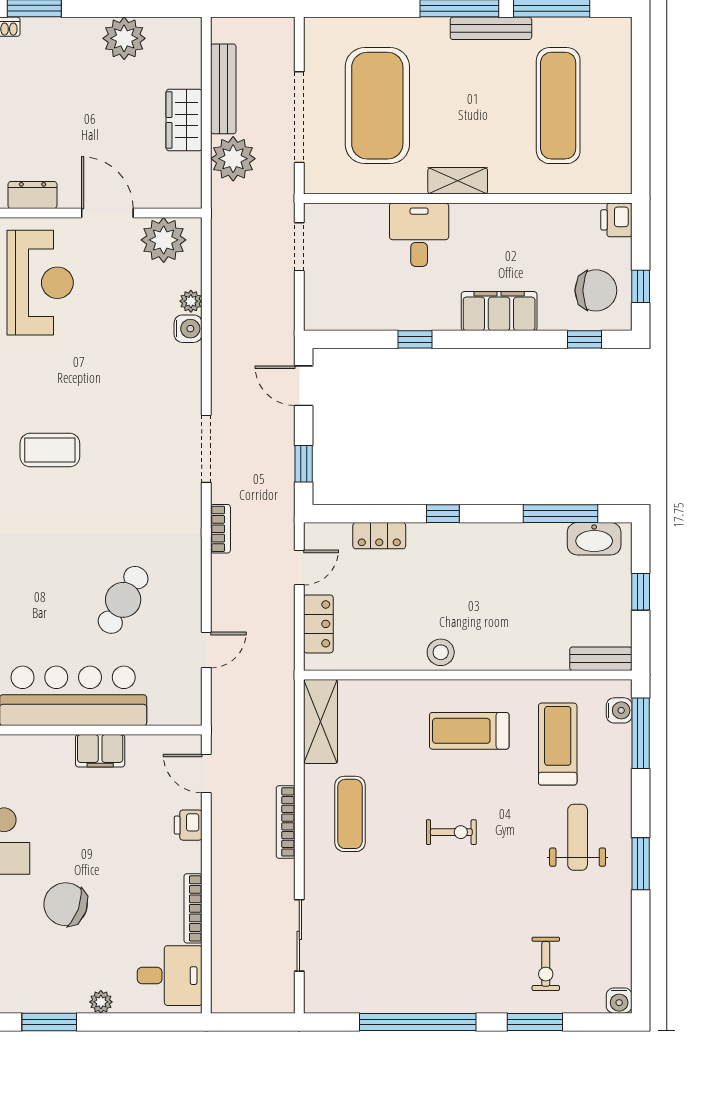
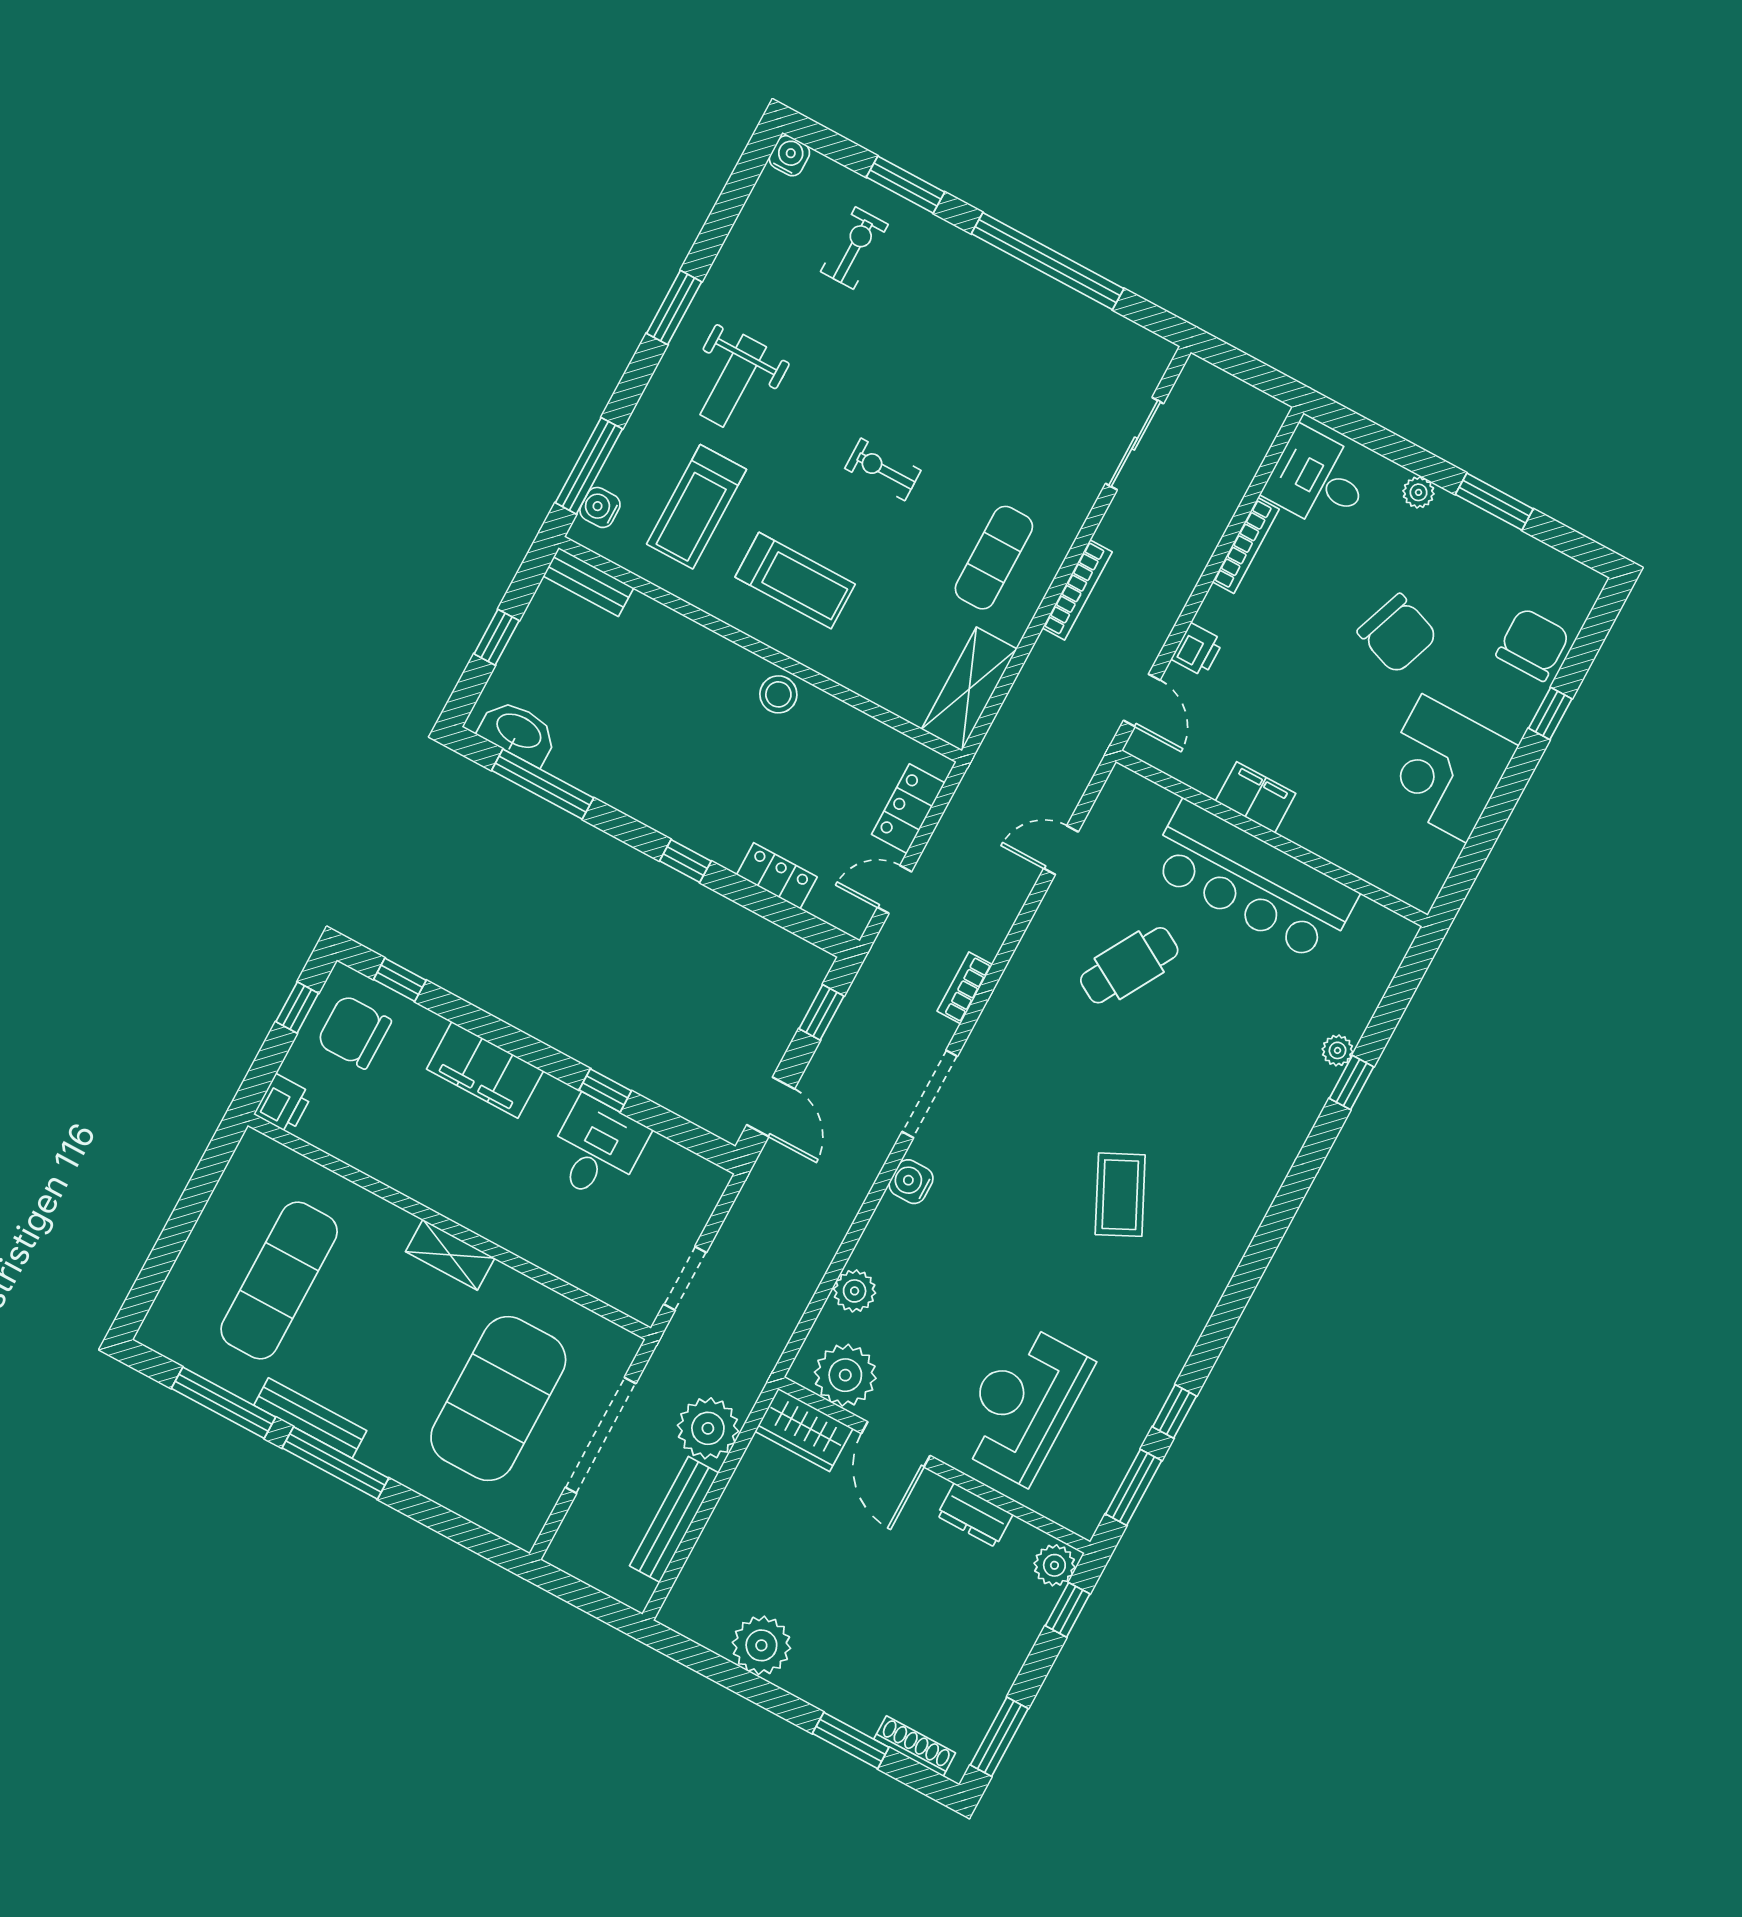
wardrobe: (184, 120) -> (804, 1430), moved, turned 90
desk: (419, 235) -> (597, 1149), moved, turned 180
plant: (191, 301) -> (855, 1291), width x1.38, depth x1.38
water cooler: (188, 329) -> (911, 1182), moved
coffee table: (50, 450) -> (1120, 1195), turned 64

